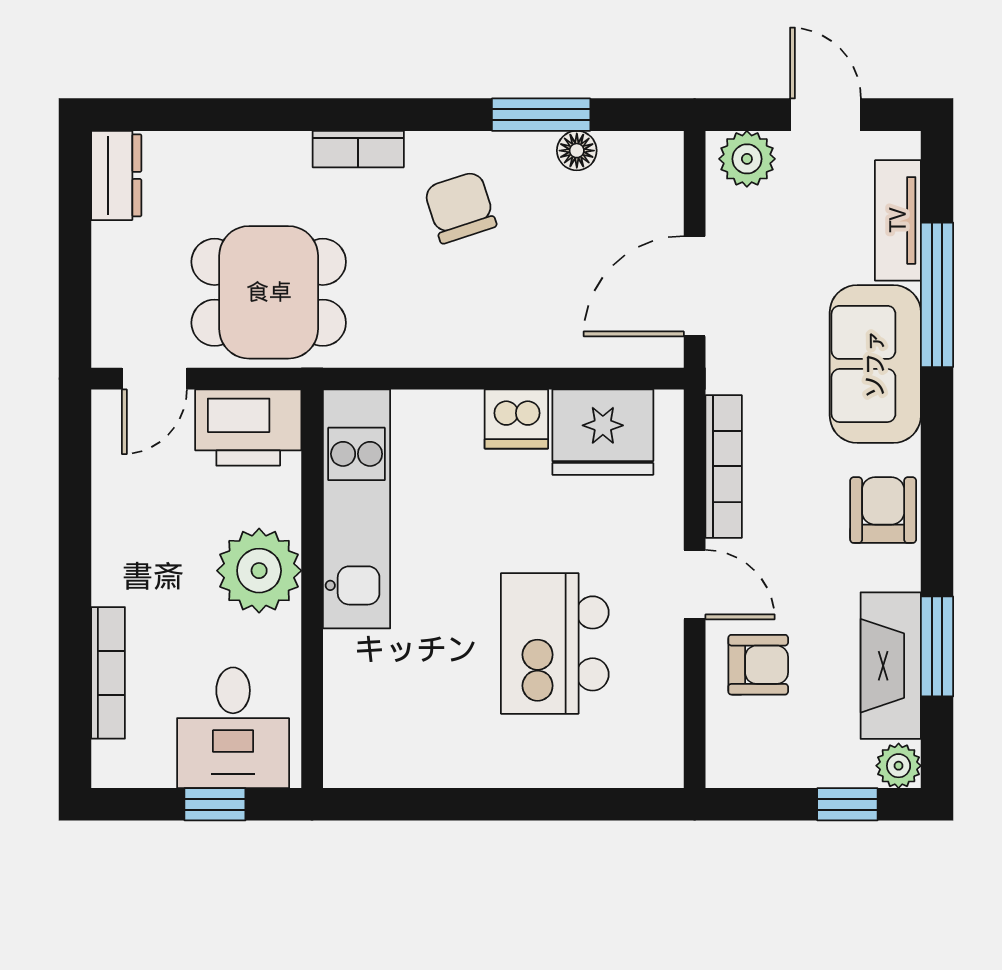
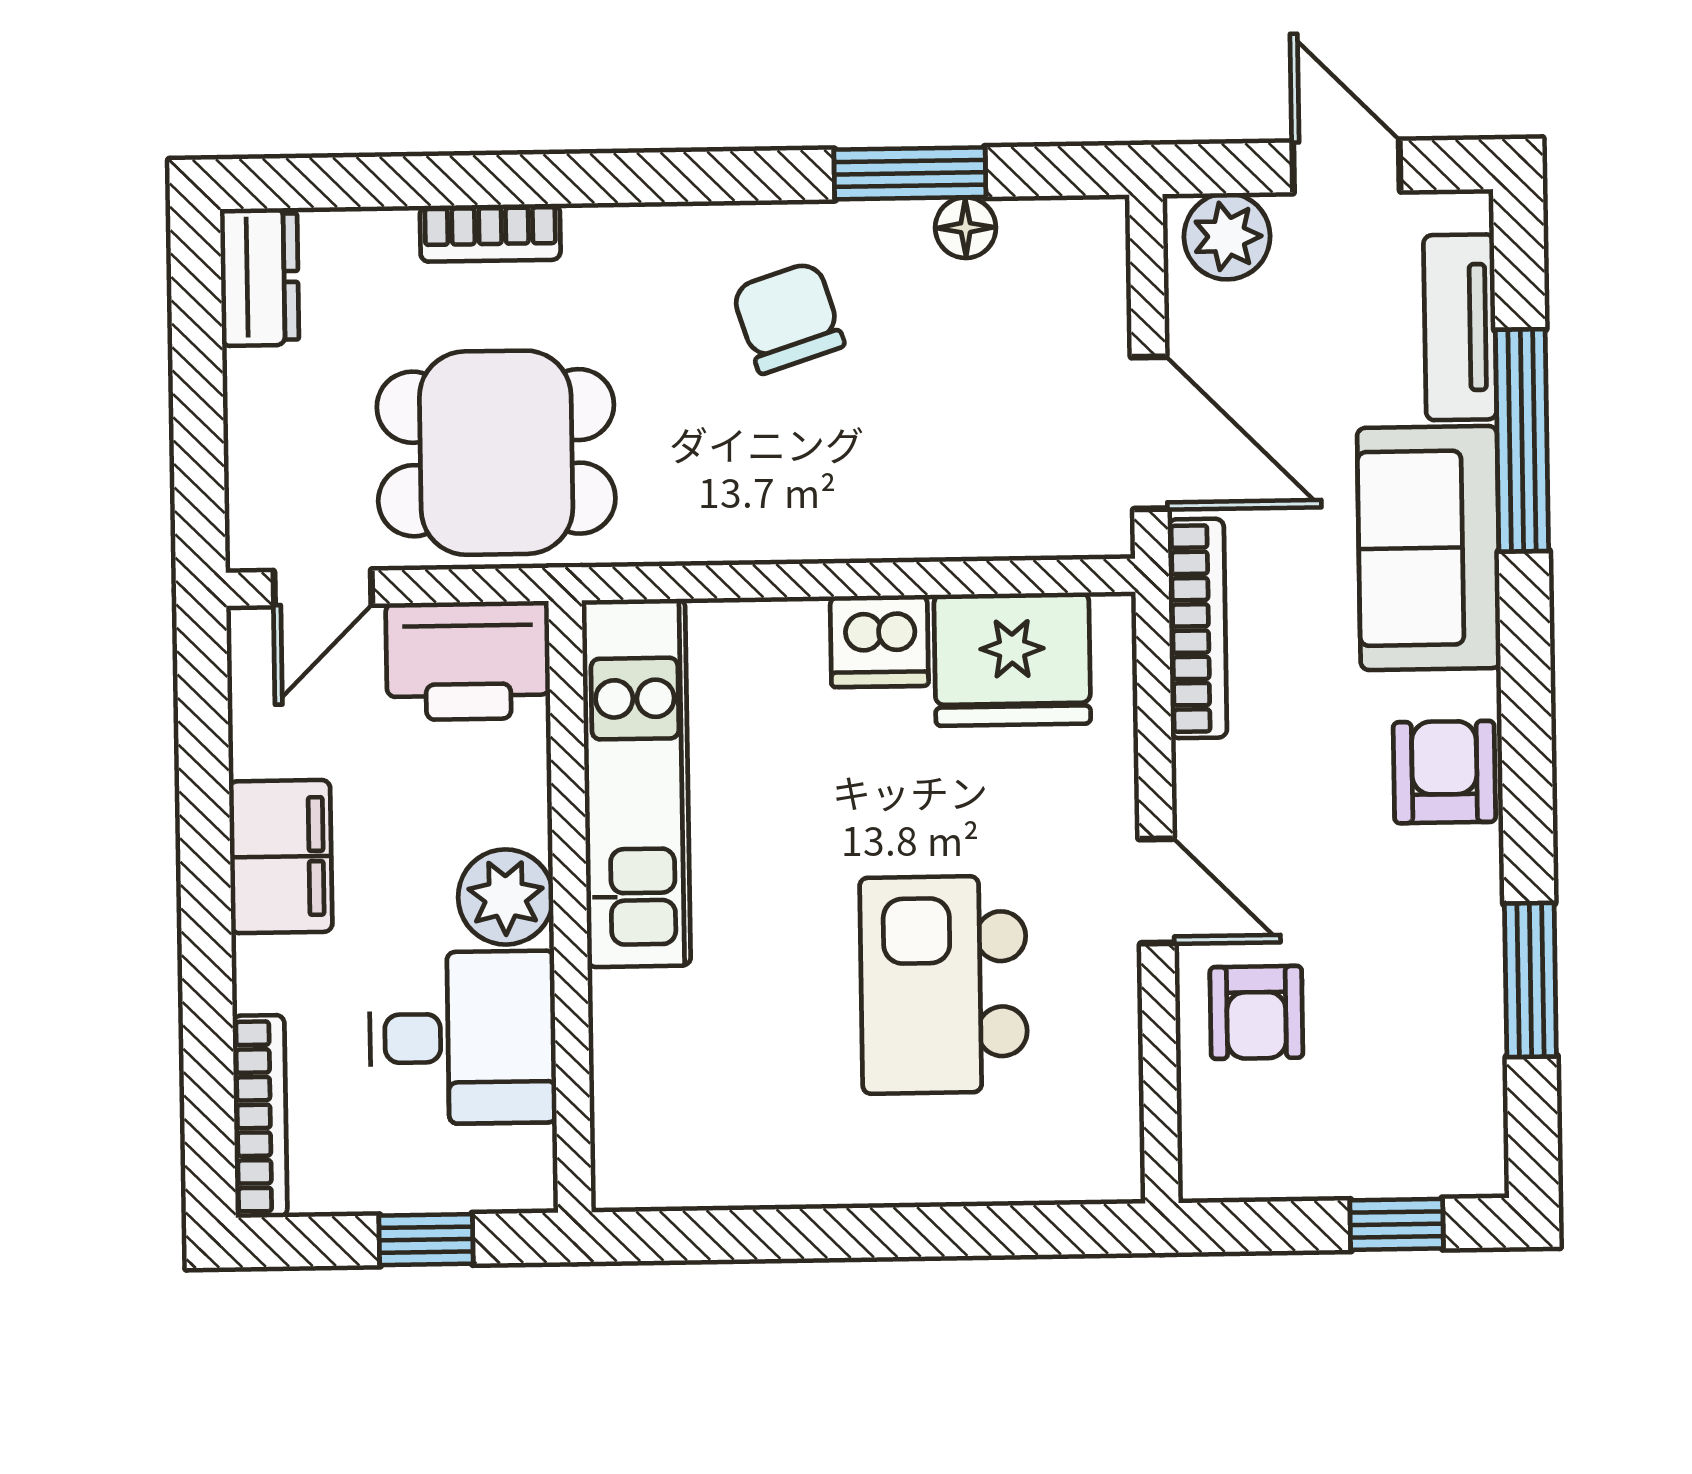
bookcase: (358, 149) -> (490, 233), moved
door: (695, 286) -> (1150, 433), swing flipped
bookcase: (724, 466) -> (1197, 628), moved
filing cabinet: (124, 553) -> (281, 857), added
plant: (259, 571) -> (506, 897), width x0.73, depth x0.73
armchair: (758, 665) -> (1256, 1012), turned 90
fireplace: (891, 666) -> (1460, 1011), removed
bookcase: (108, 673) -> (260, 1116), moved
desk: (233, 728) -> (463, 1038), moved, turned -90
plant: (899, 766) -> (1474, 1164), removed

